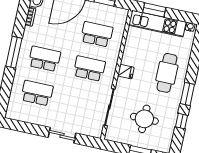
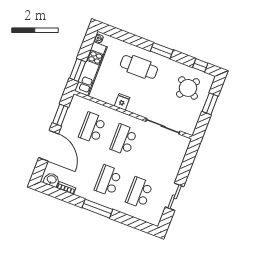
fridge: (126, 72) -> (122, 102), moved
round table: (144, 119) -> (188, 88), moved, turned 32
window: (181, 121) -> (200, 65), moved
sliding door: (62, 135) -> (175, 197), moved

